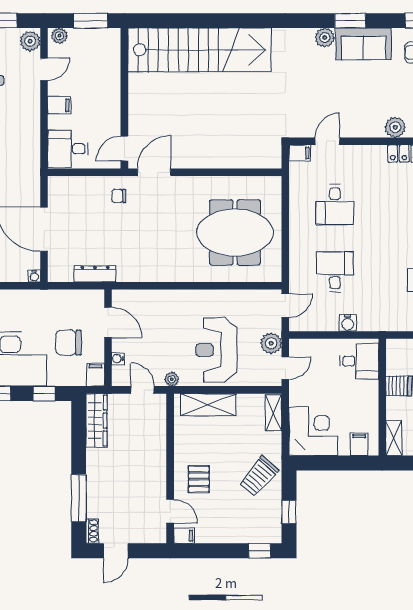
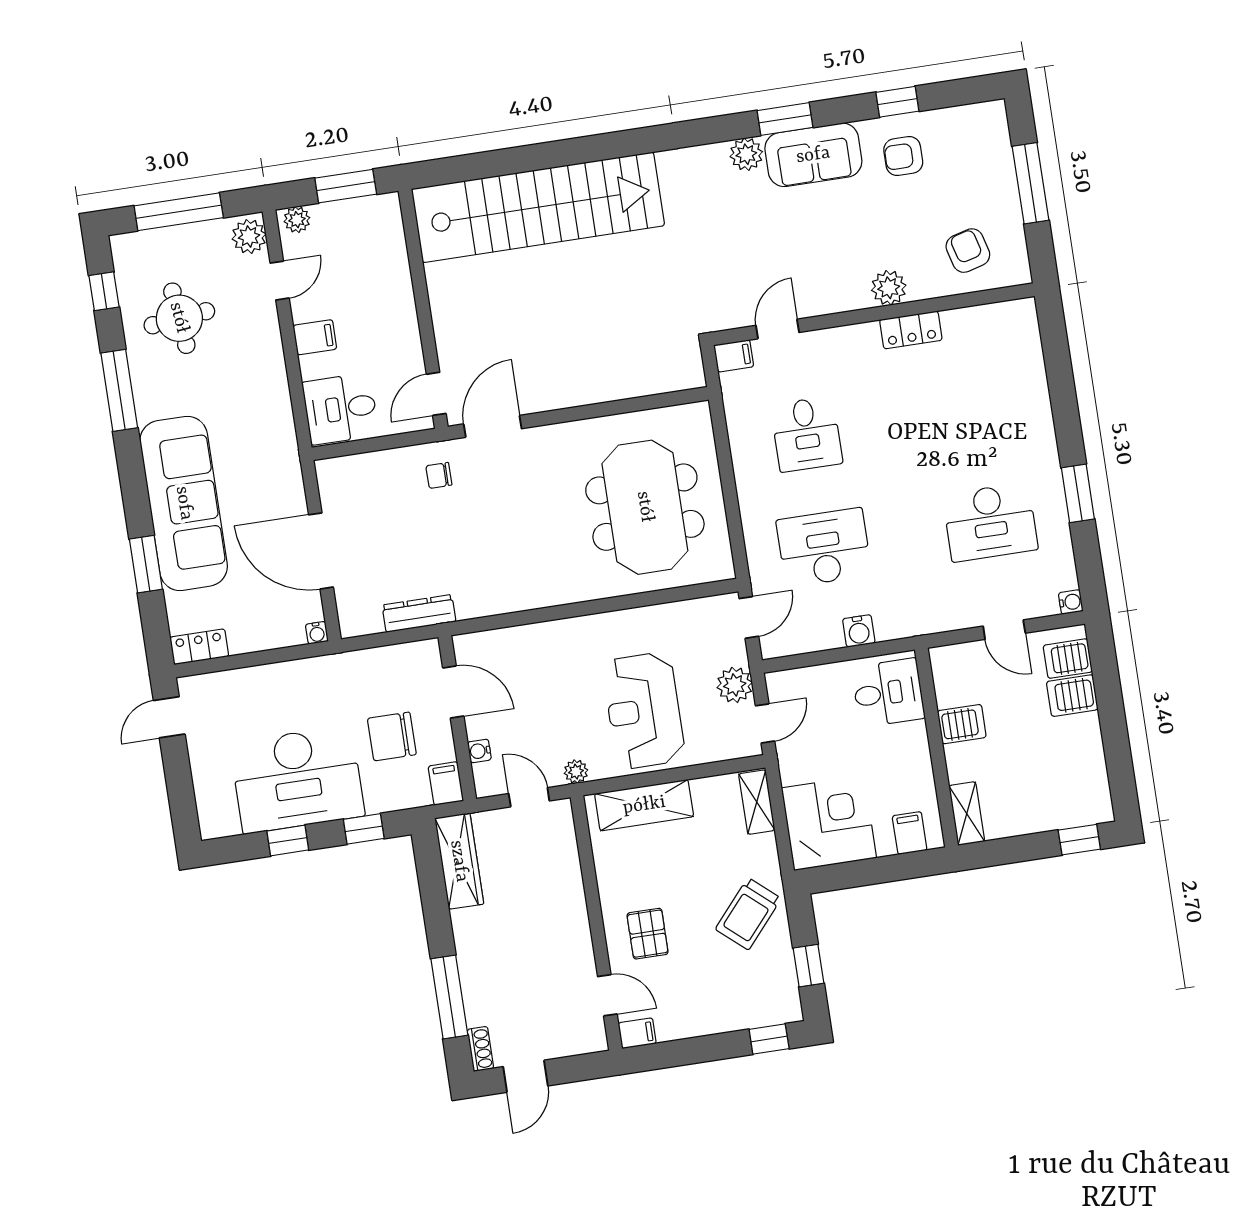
meeting table: (235, 233) -> (645, 507), turned 90
desk: (335, 272) -> (824, 548), width x1.37

